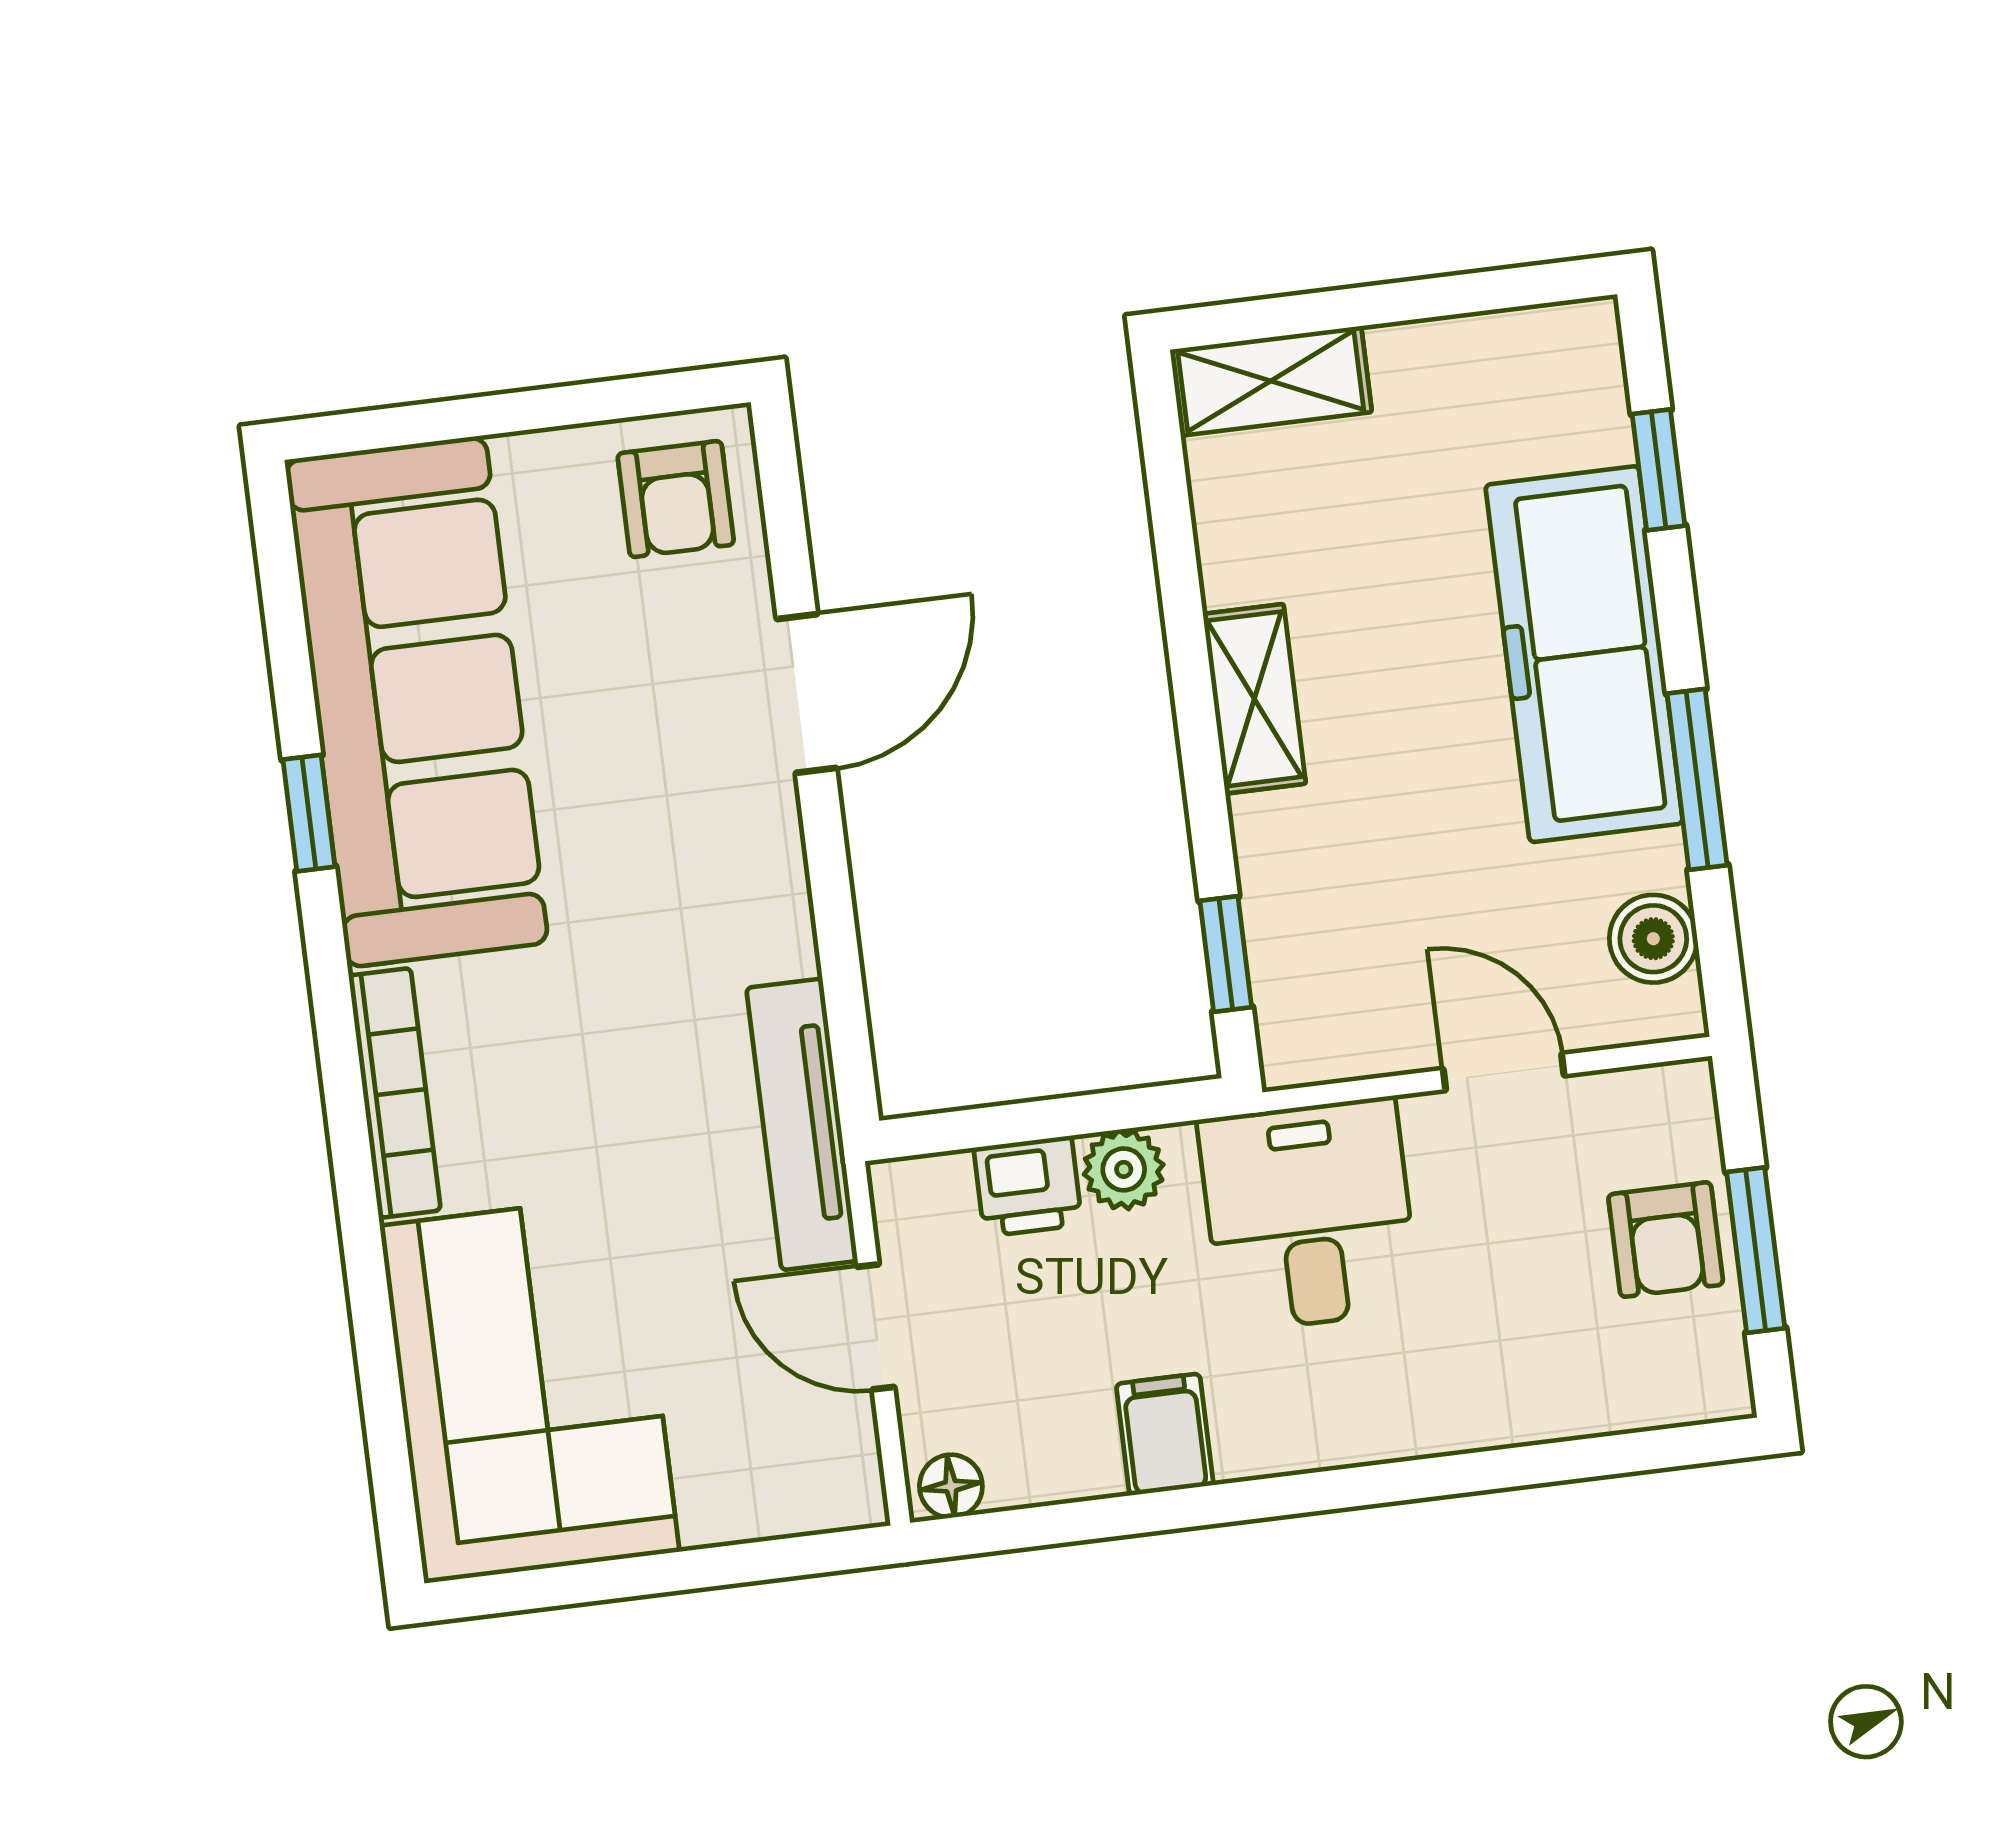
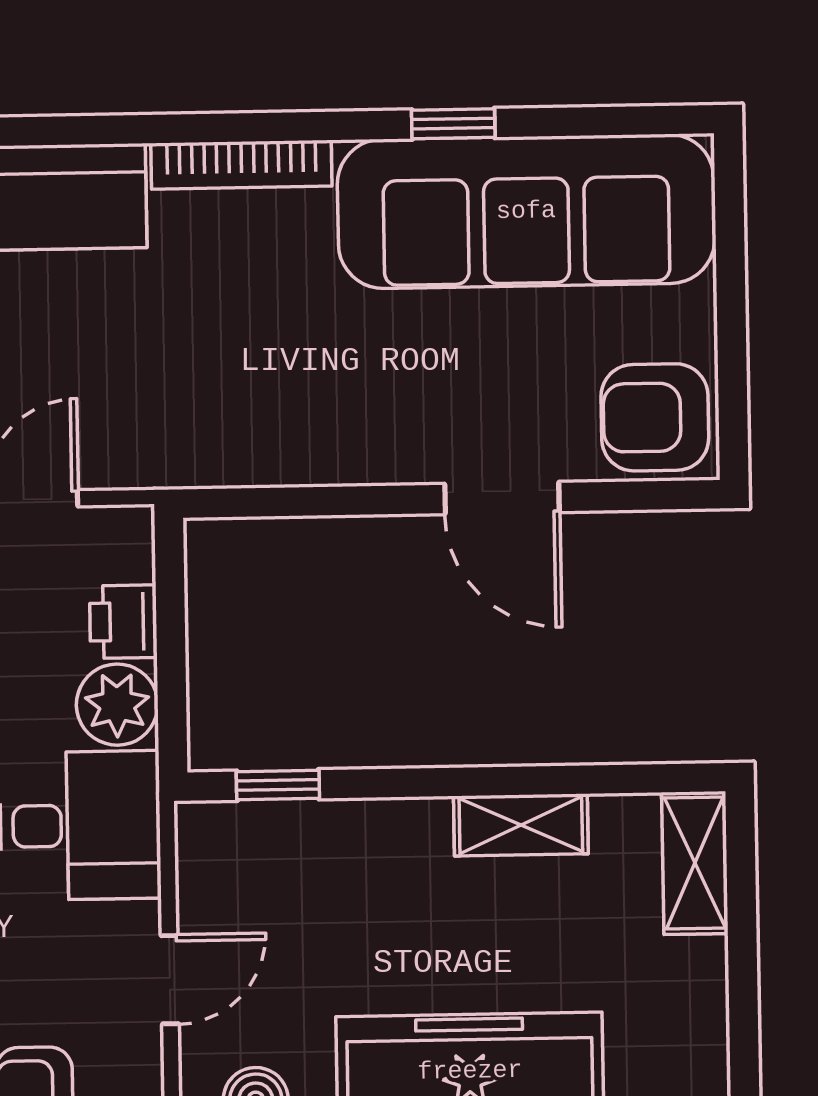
armchair: (676, 499) -> (655, 417), width x1.38, depth x1.38
shelving: (1254, 699) -> (521, 825), moved
tv unit: (802, 1124) -> (186, 461), removed
plant: (1124, 1169) -> (117, 705), width x1.38, depth x1.38

